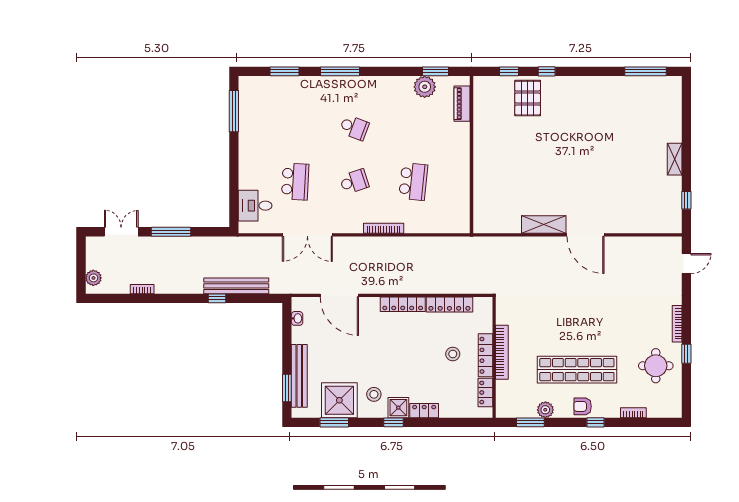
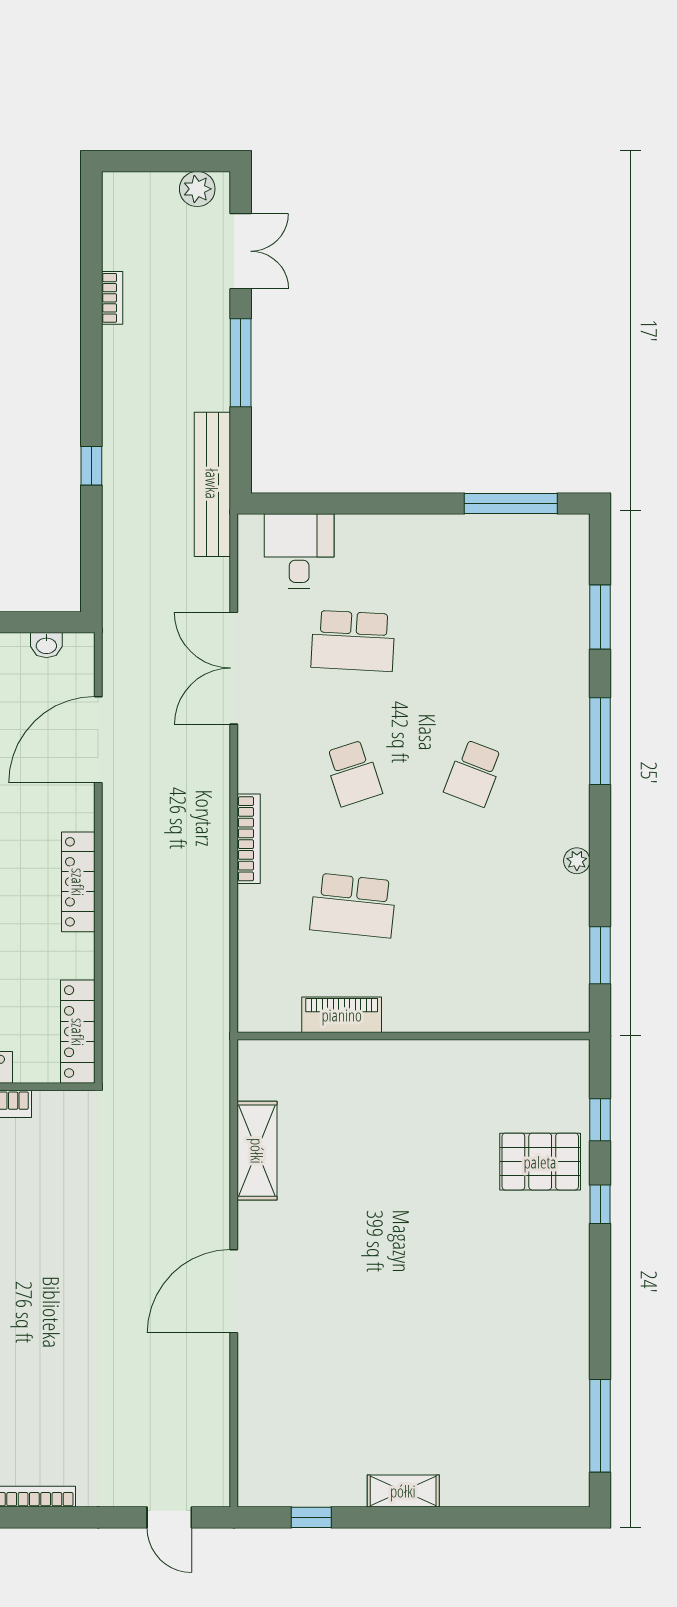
plant: (425, 87) -> (577, 861), moved, width x0.53, depth x0.53
piano: (462, 104) -> (342, 1015), moved
shelving: (544, 224) -> (257, 1151), moved
plant: (93, 278) -> (197, 189), moved
bench: (236, 286) -> (212, 484), moved
locker: (449, 304) -> (78, 1032), moved

